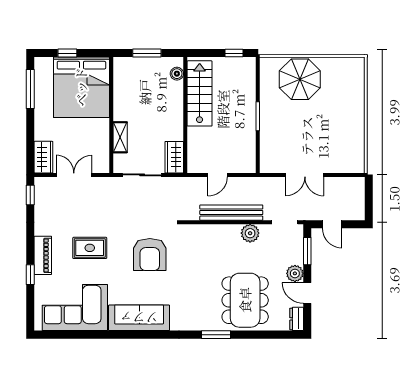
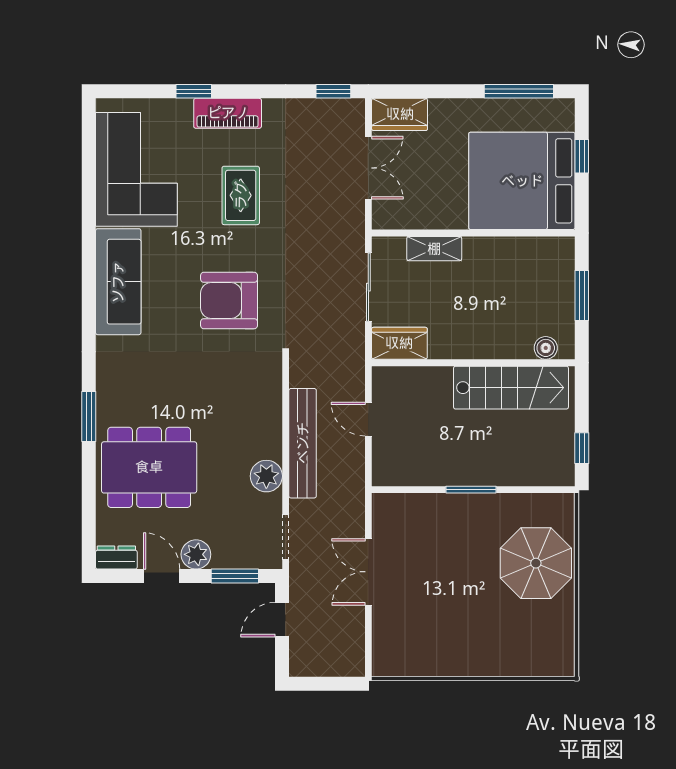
door: (307, 293) -> (162, 576), hinge flipped

